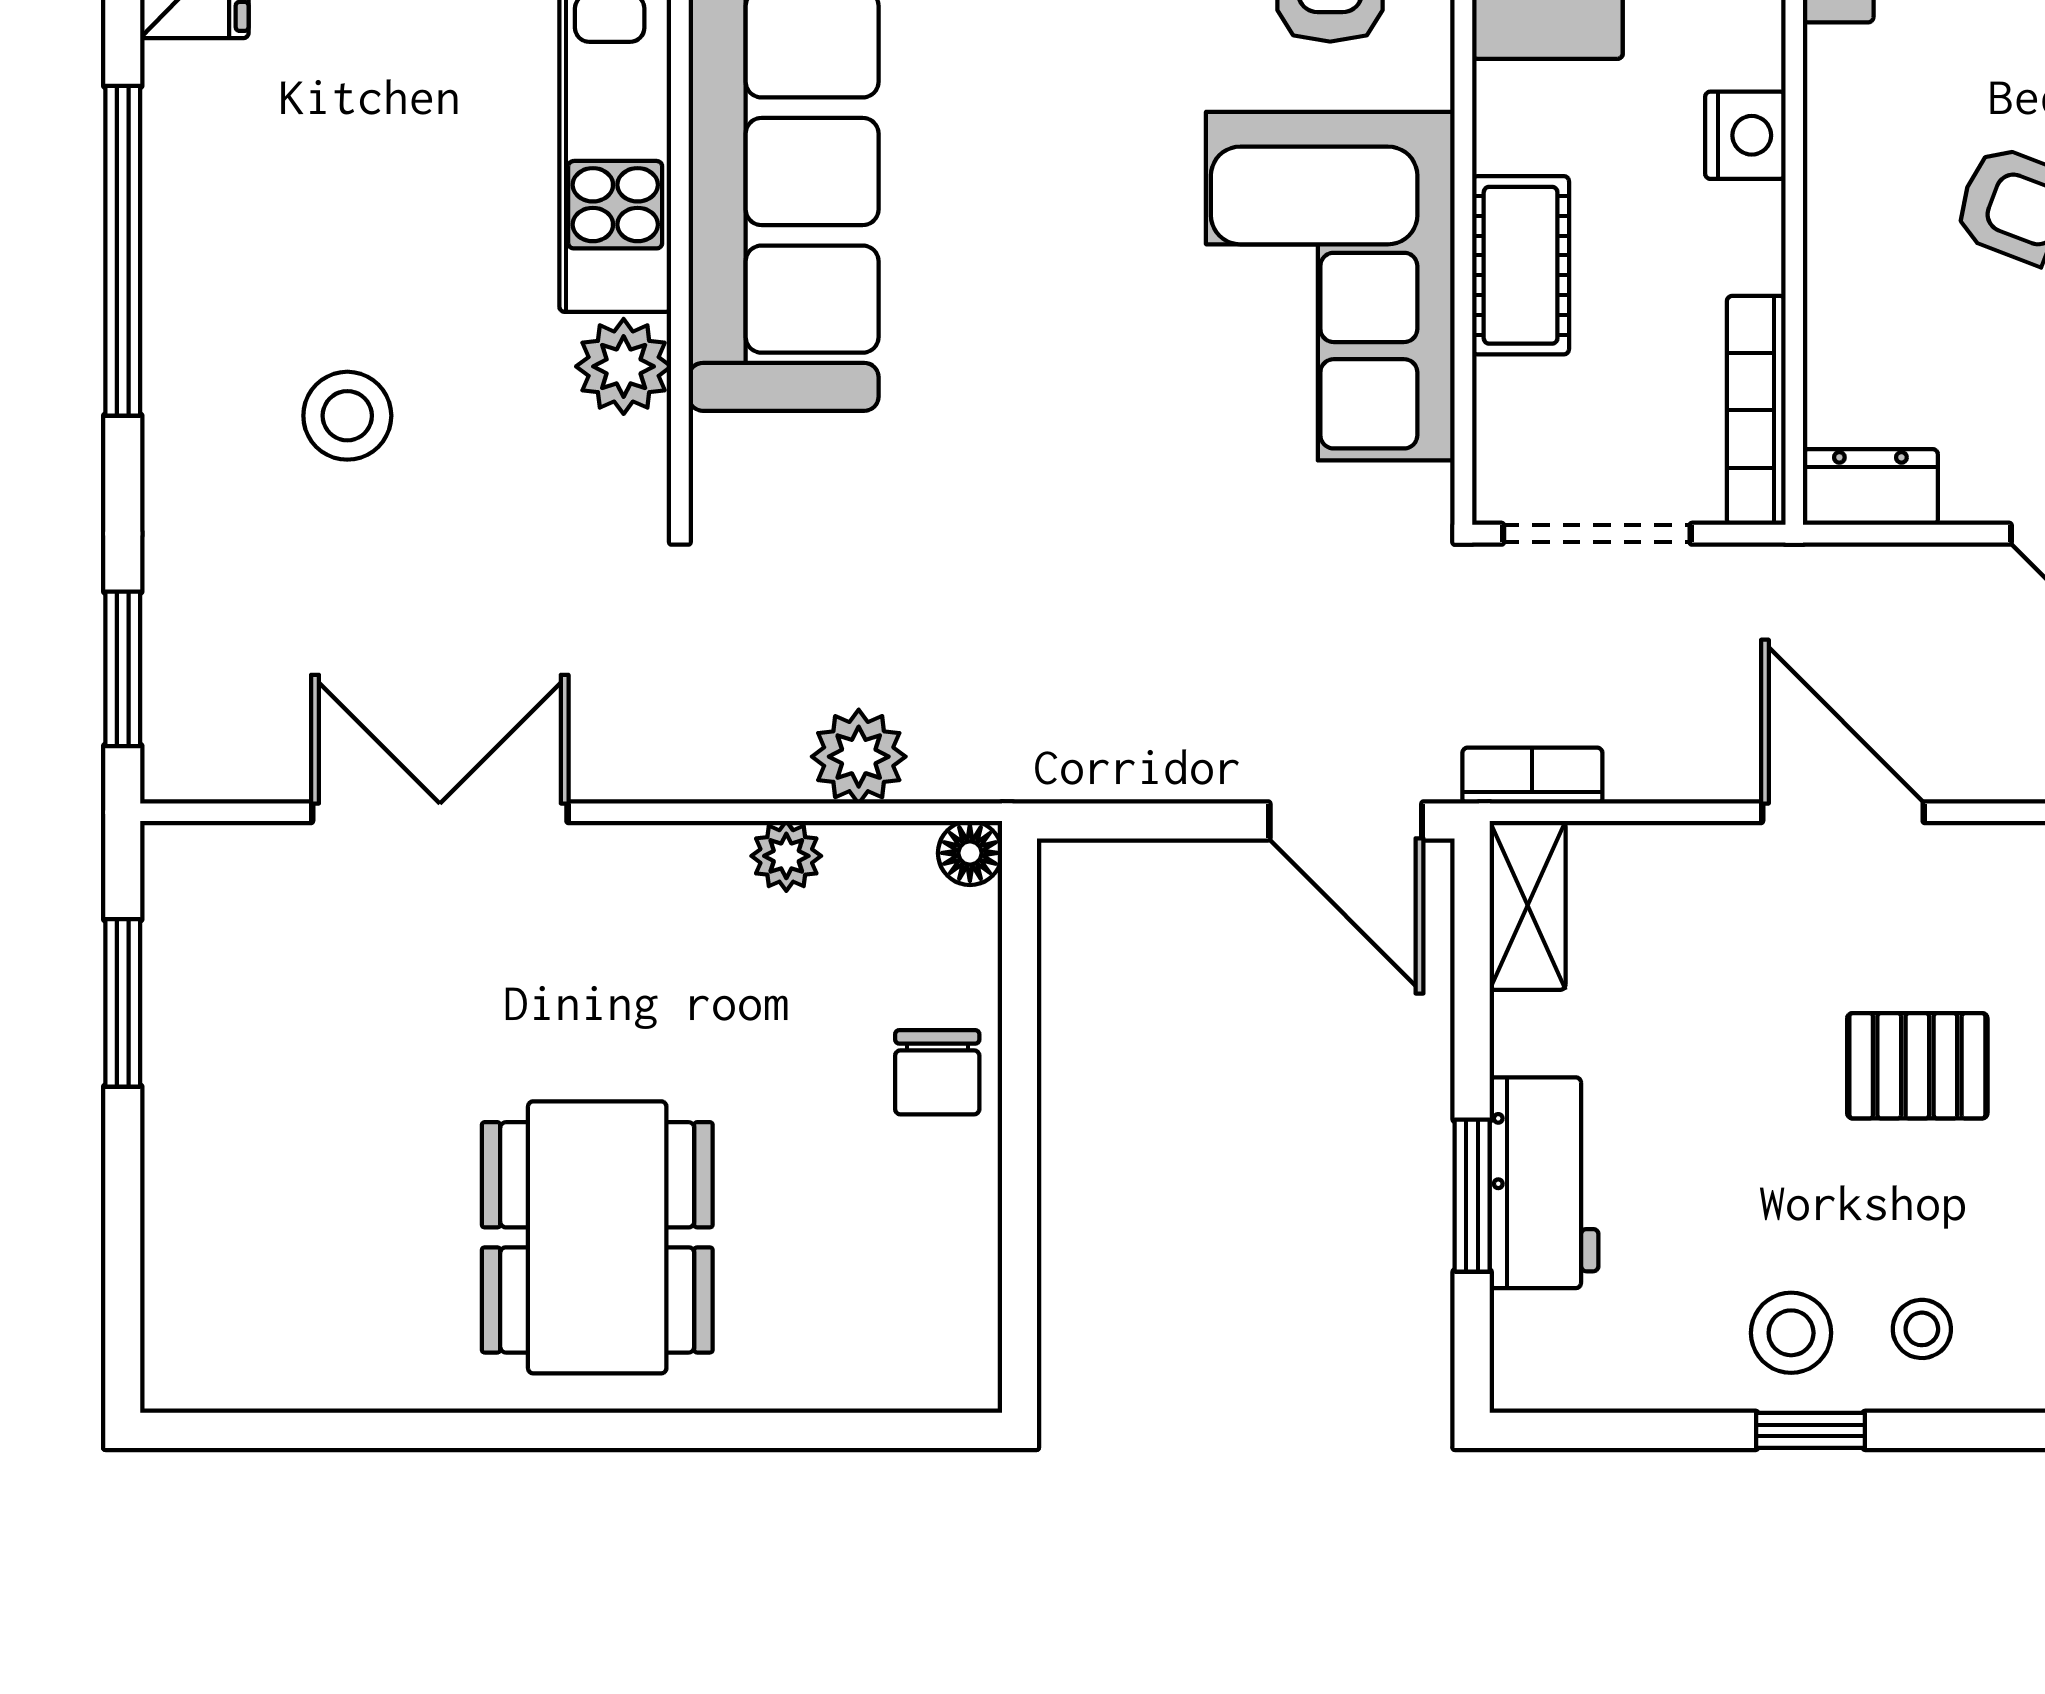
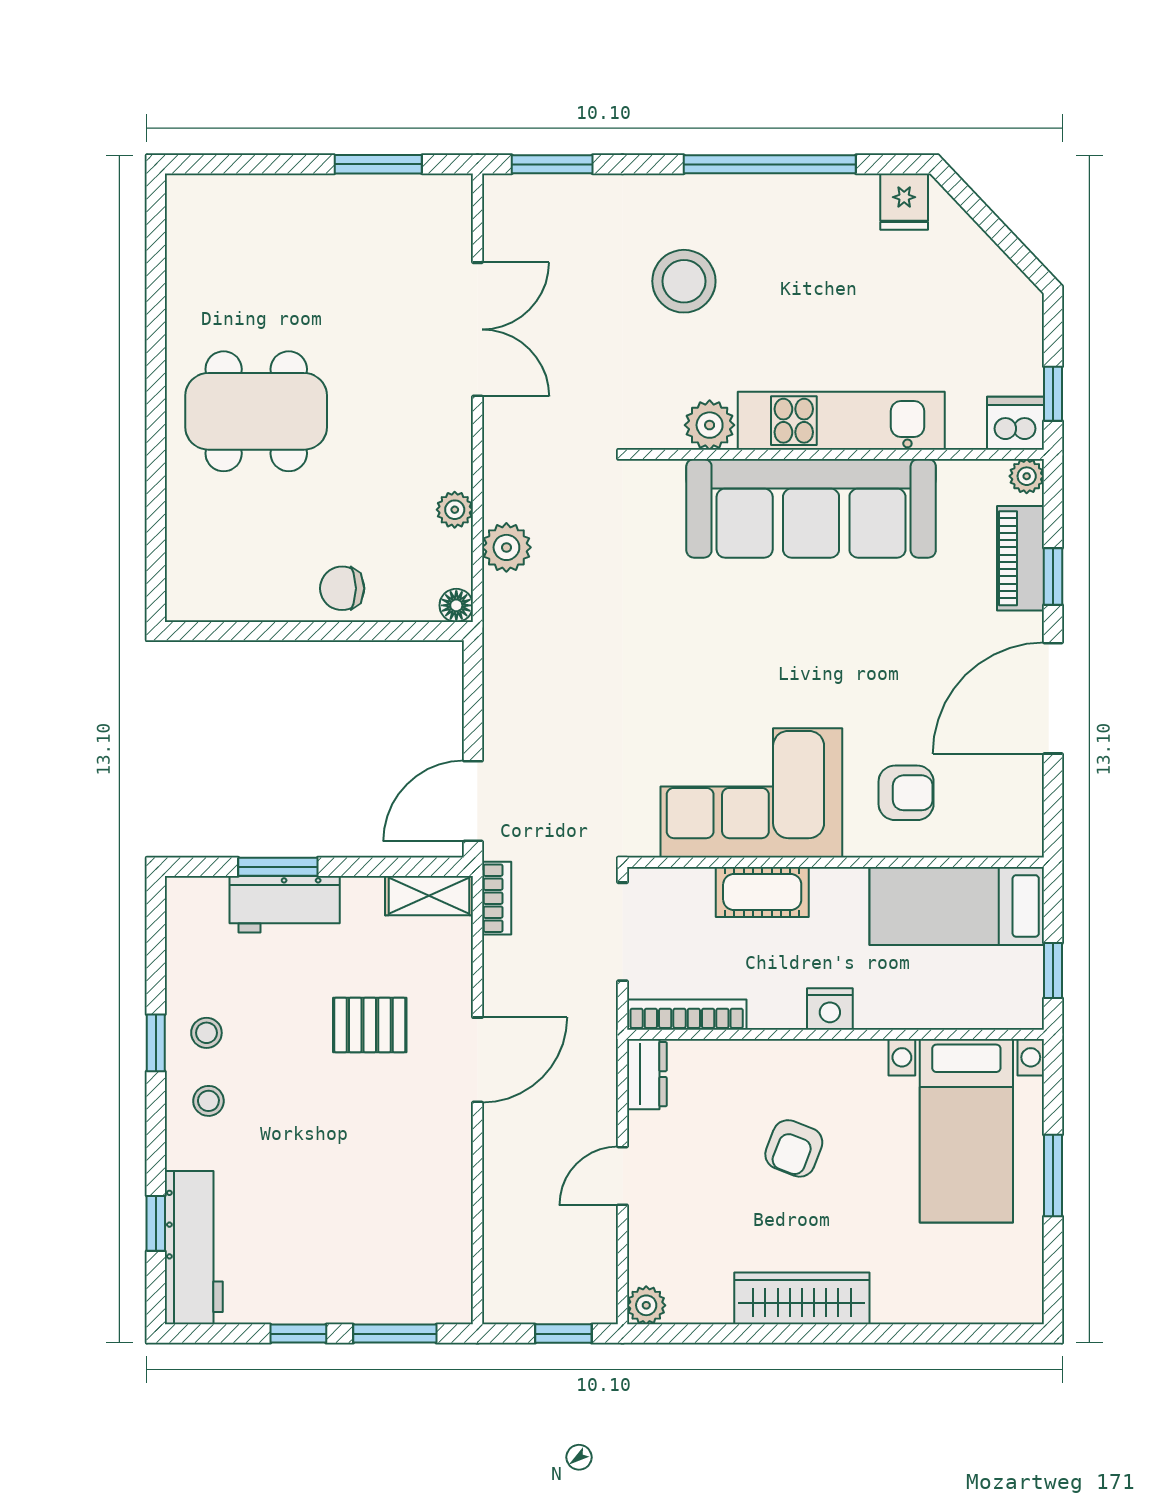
stool: (347, 416) -> (684, 281), width x1.38, depth x1.38
pallet: (1917, 1066) -> (370, 1025), moved, turned 90
stool: (1791, 1333) -> (206, 1033), width x0.73, depth x0.73

